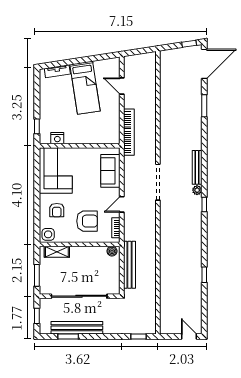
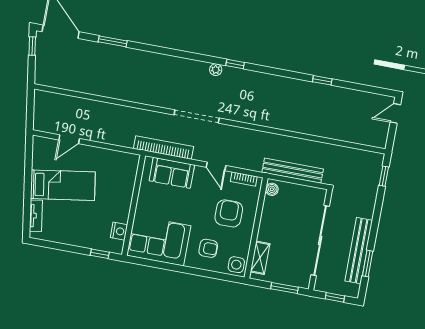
bookcase: (129, 132) -> (163, 148), moved
bench: (197, 167) -> (187, 64), removed

